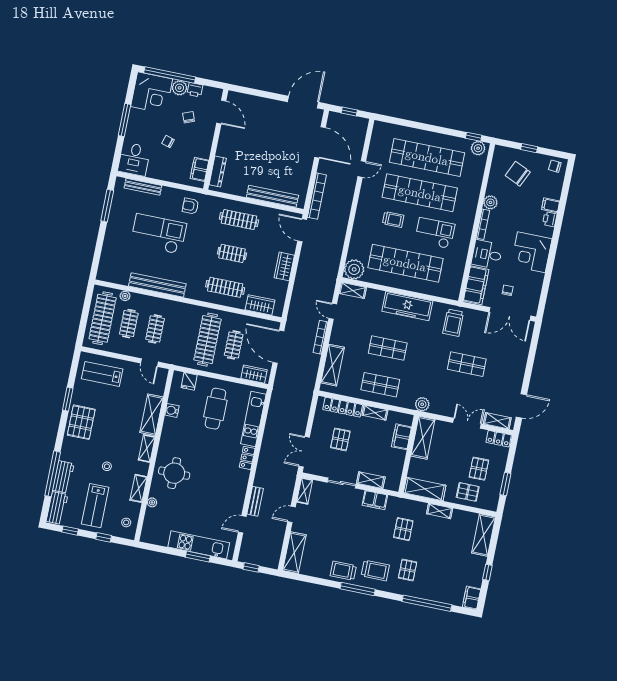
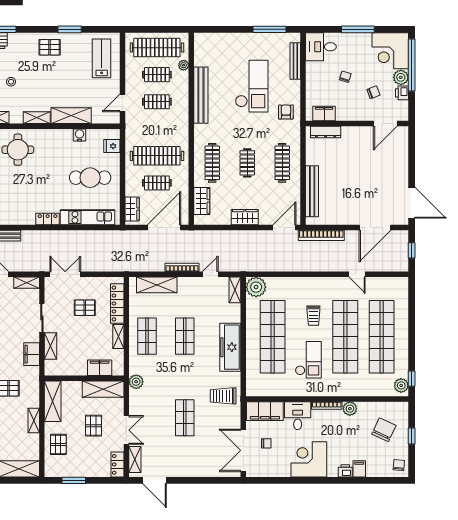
pallet: (81, 422) -> (50, 47), width x0.67, depth x0.71
pallet: (479, 469) -> (93, 426), moved, turned 90

